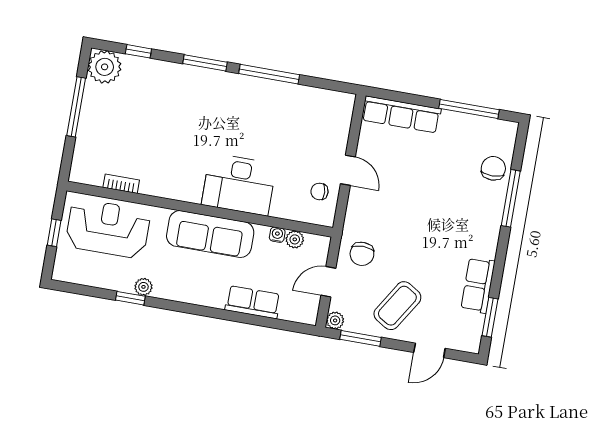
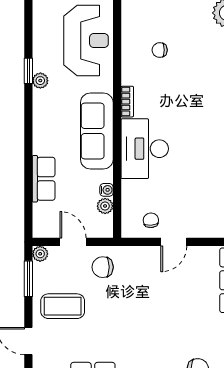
chair: (133, 149) -> (160, 50), added
bookcase: (121, 184) -> (127, 102), moved
coffee table: (397, 306) -> (63, 306), turned -32

